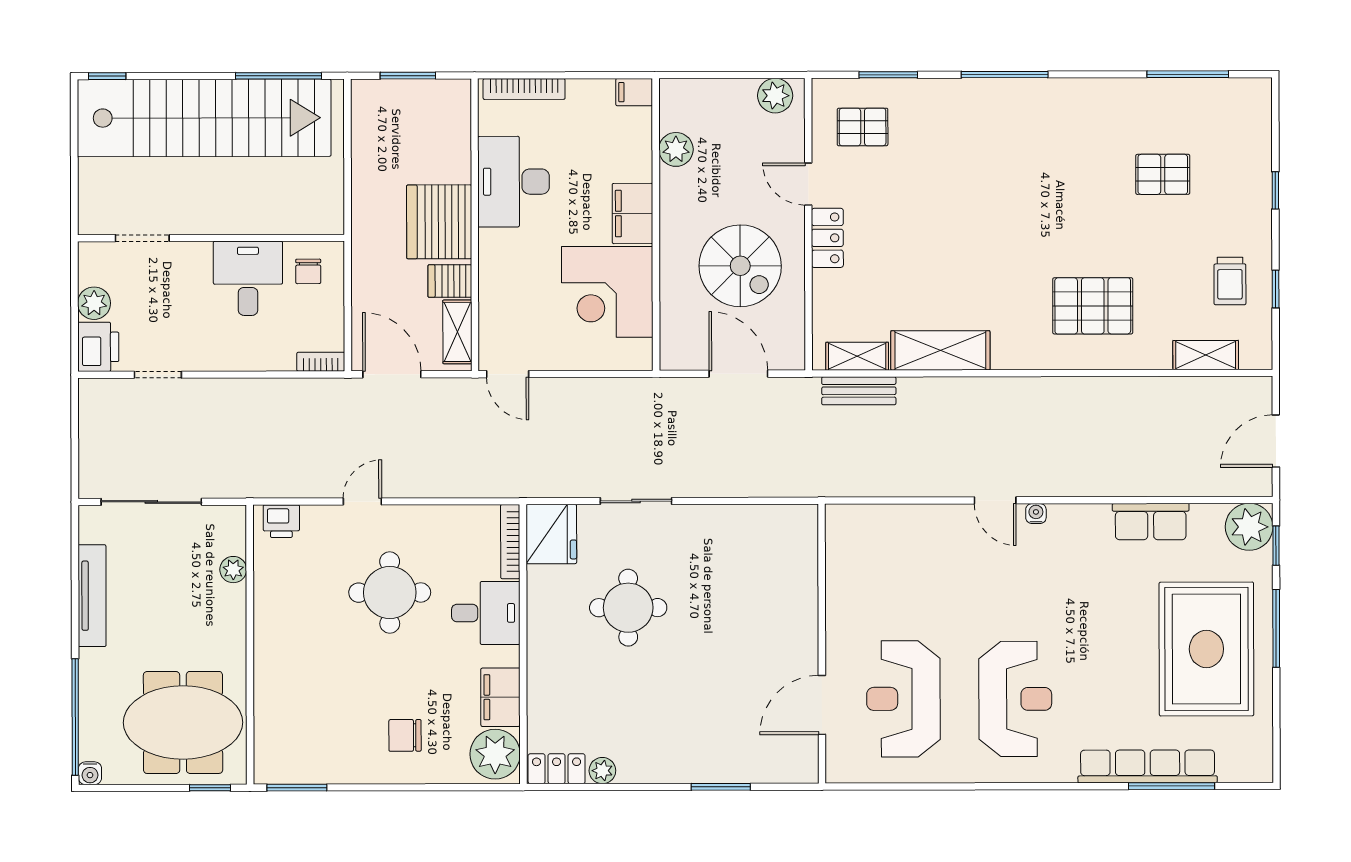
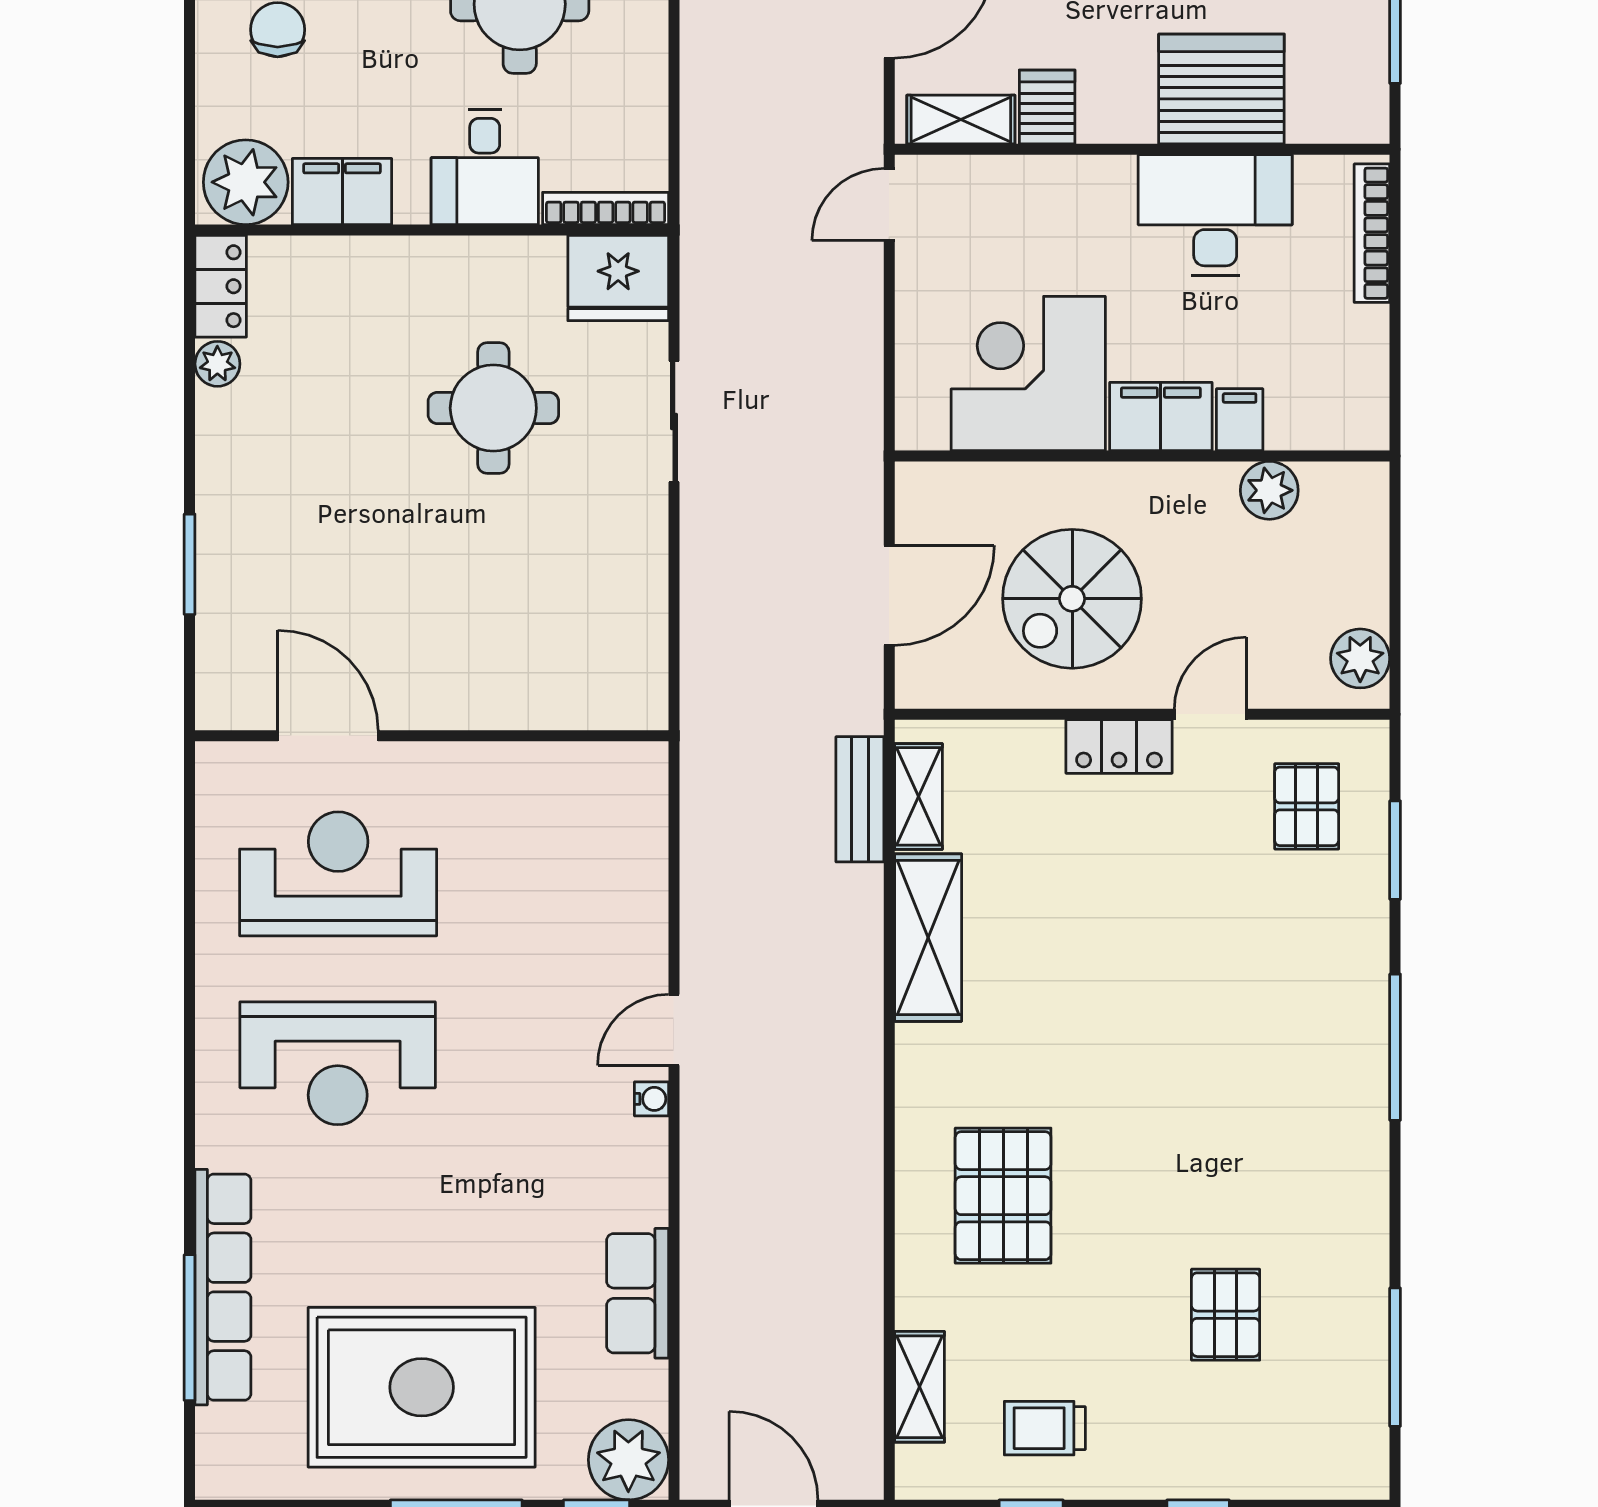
filing cabinet: (634, 92) -> (1240, 420), moved
server rack: (439, 222) -> (1221, 89), moved

